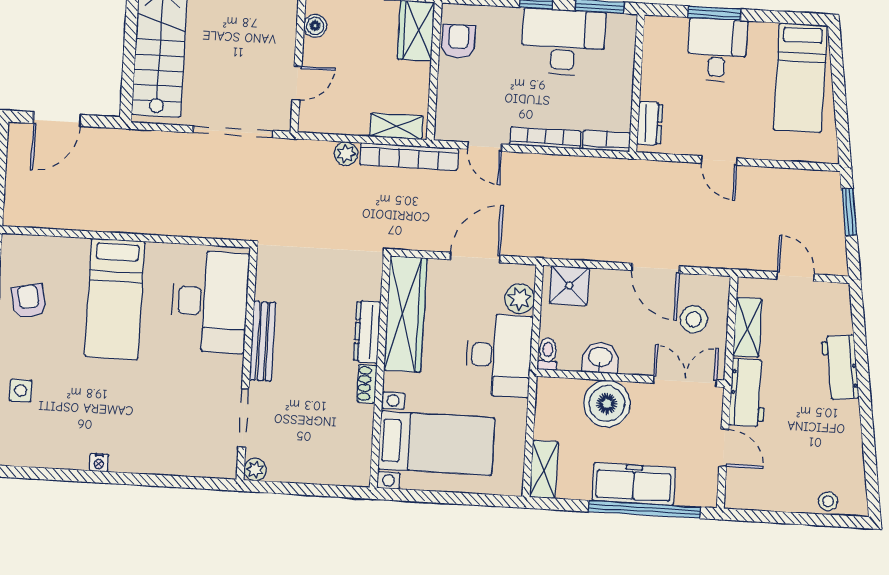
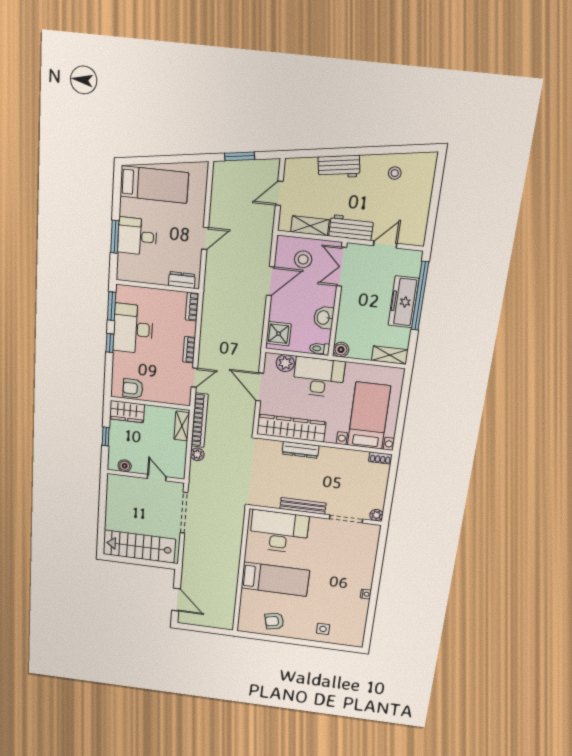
bookcase: (545, 138) -> (189, 350), width x0.64
shoe rack: (367, 384) -> (380, 458), moved
boiler: (607, 404) -> (341, 350), moved, width x0.54, depth x0.54
stool: (828, 501) -> (395, 173), moved

